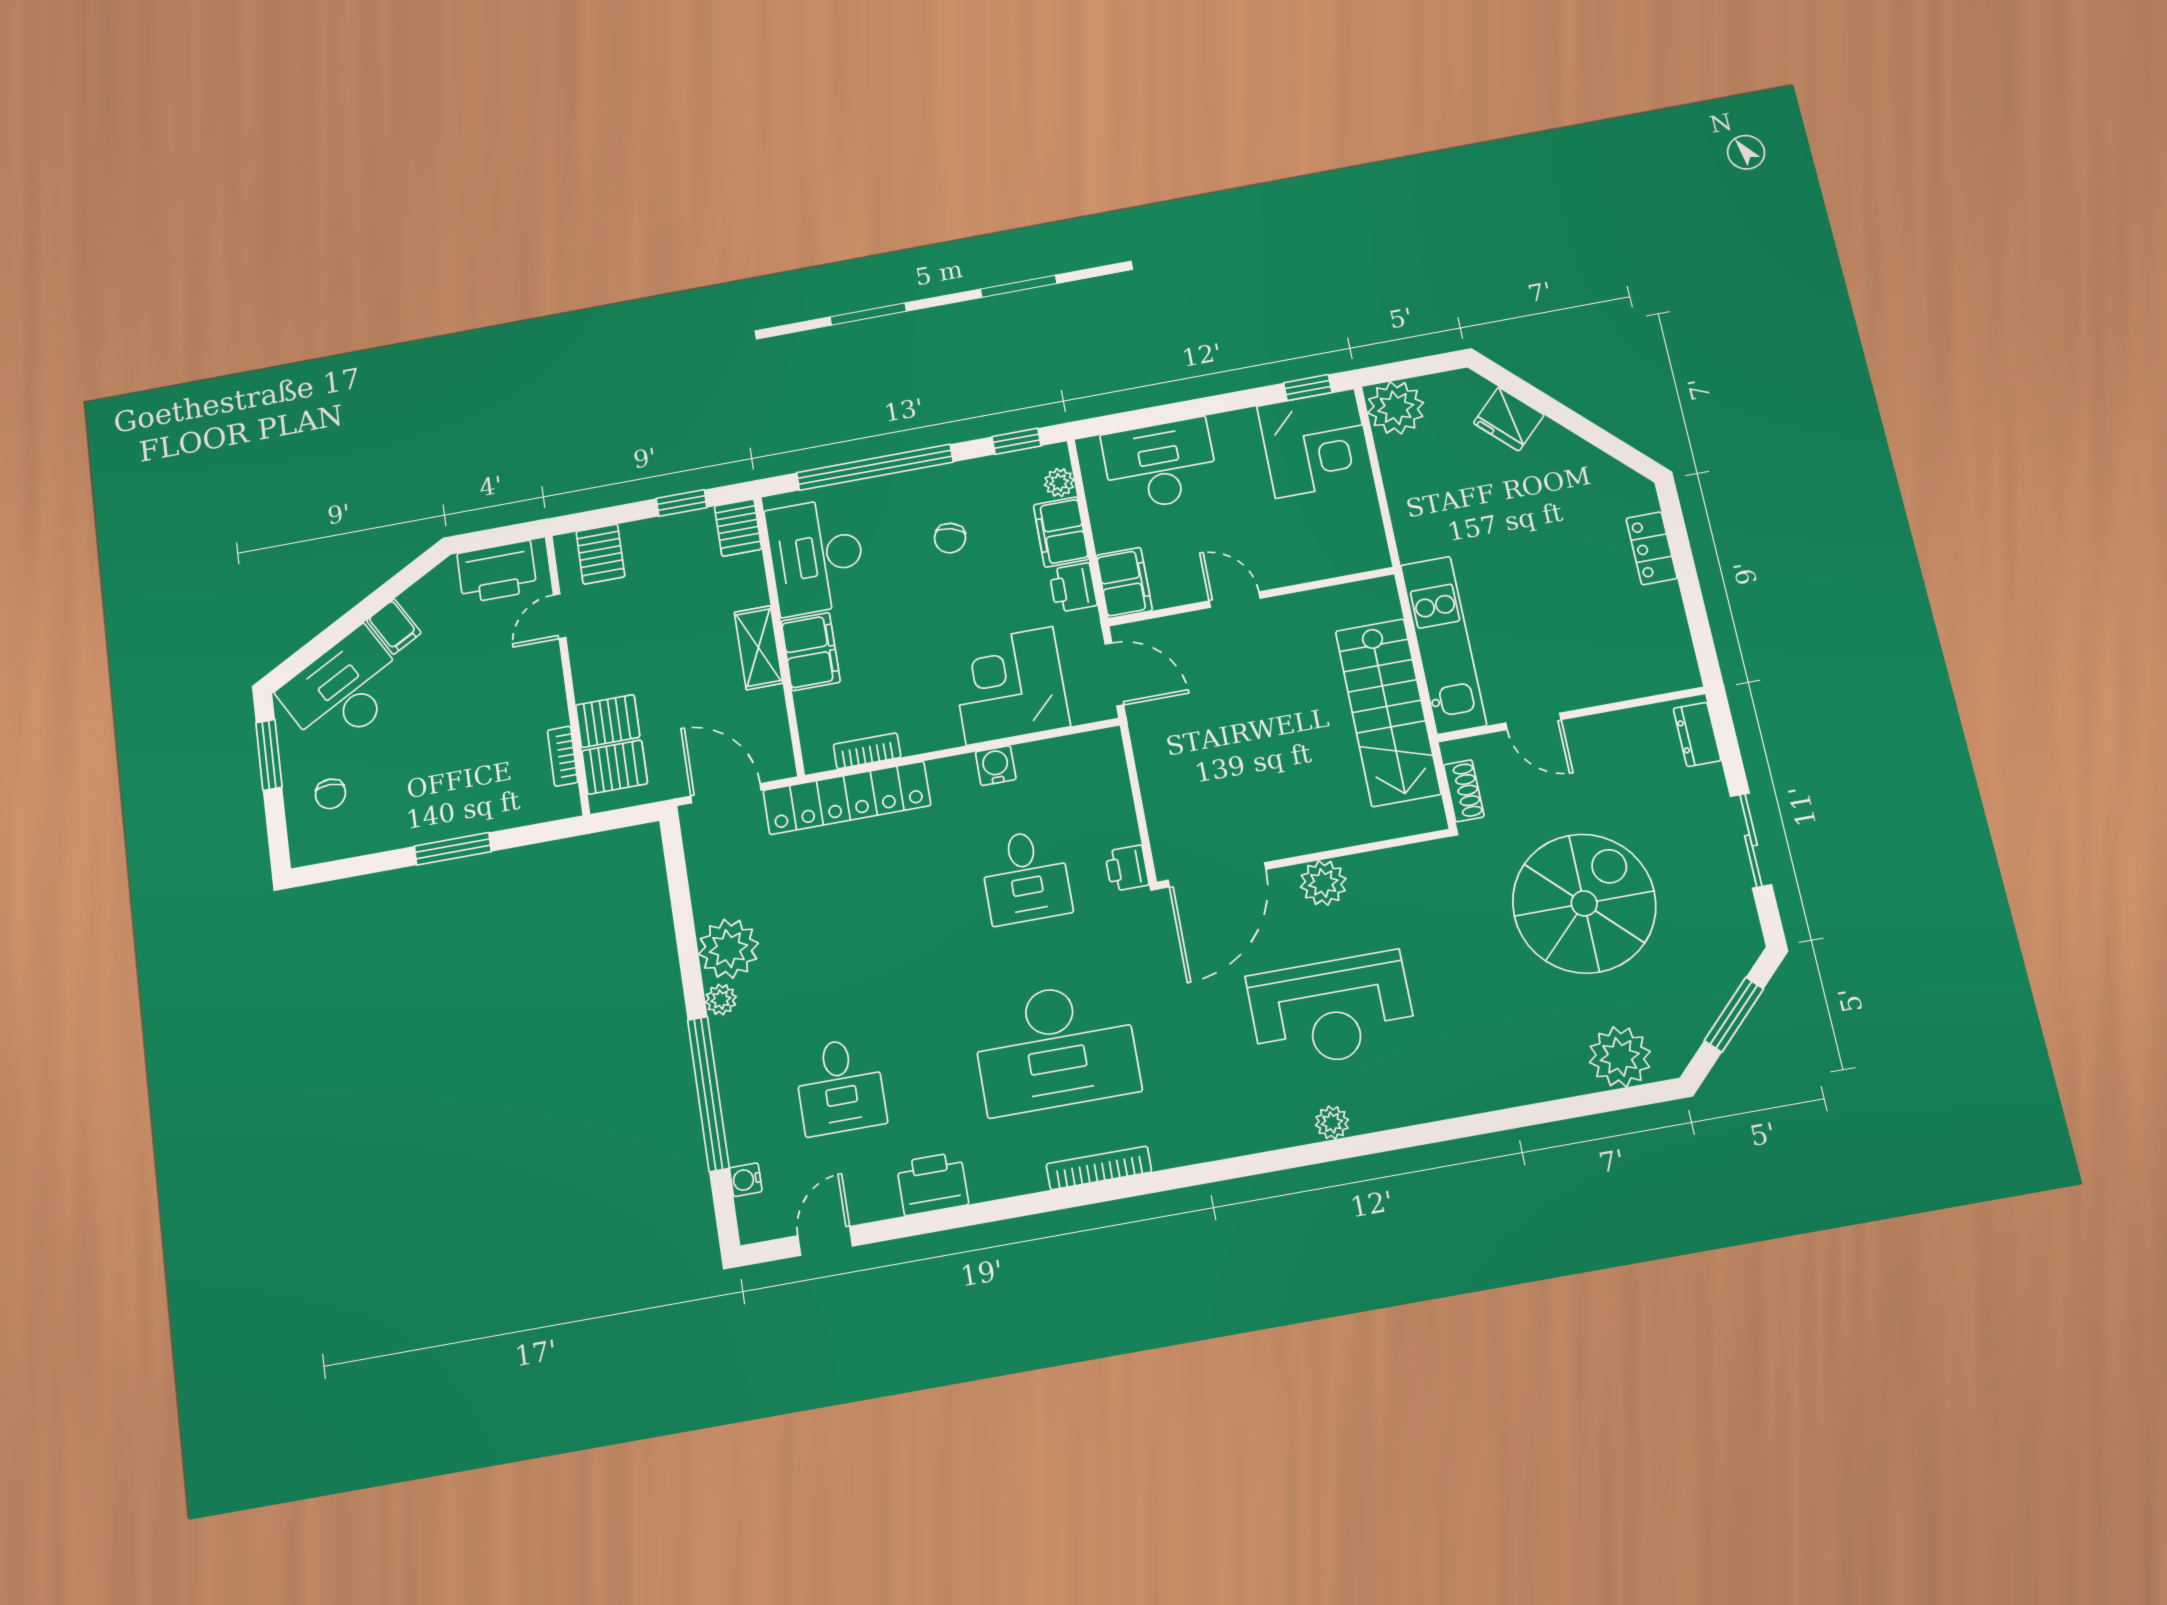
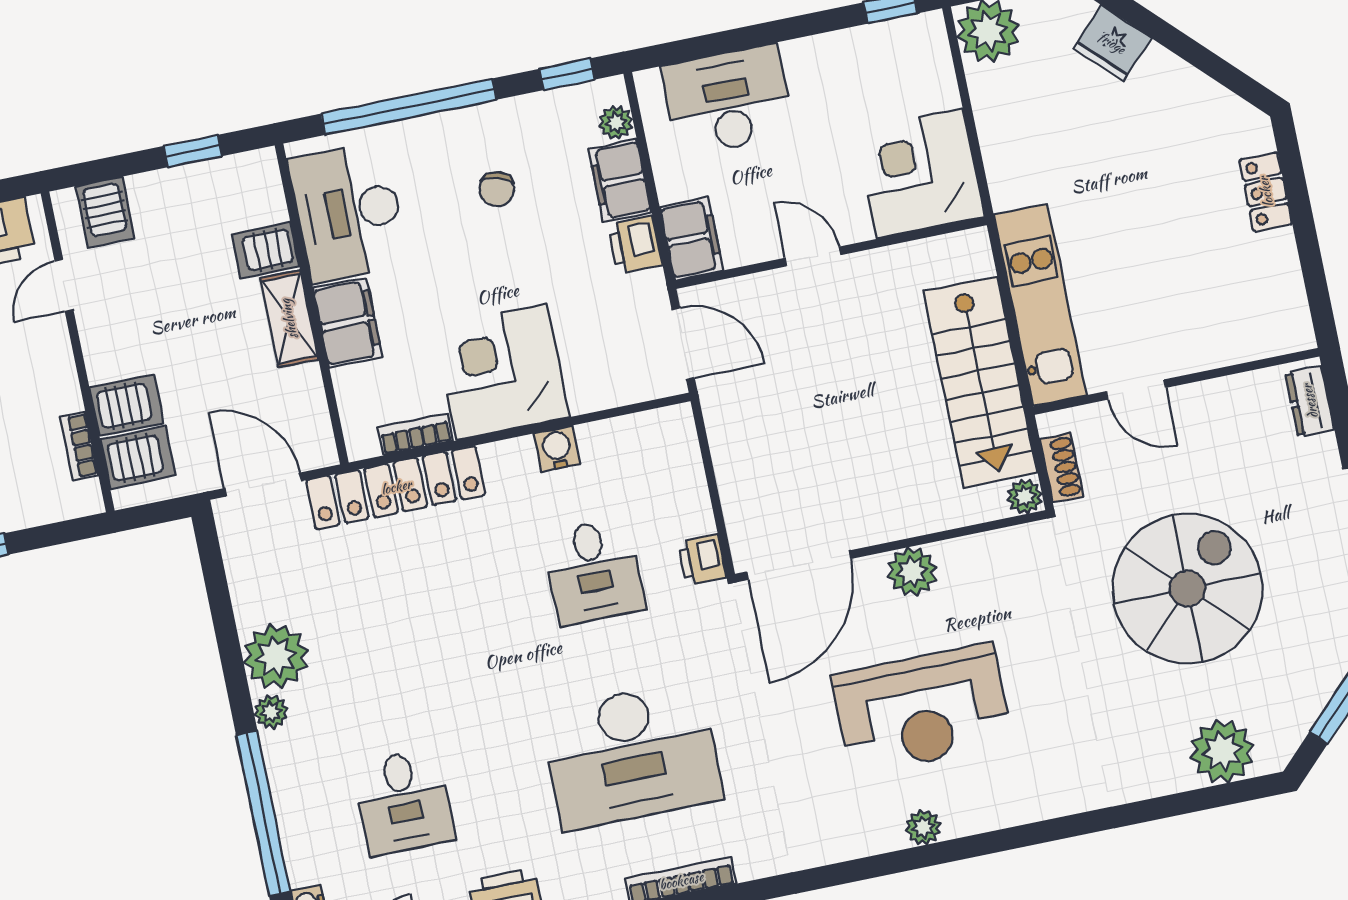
corner desk: (1315, 443) -> (920, 174), moved, turned 180
server rack: (738, 528) -> (265, 250), moved, turned 90
corner desk: (1010, 686) -> (502, 372), moved
plant: (1429, 816) -> (1025, 496), added

